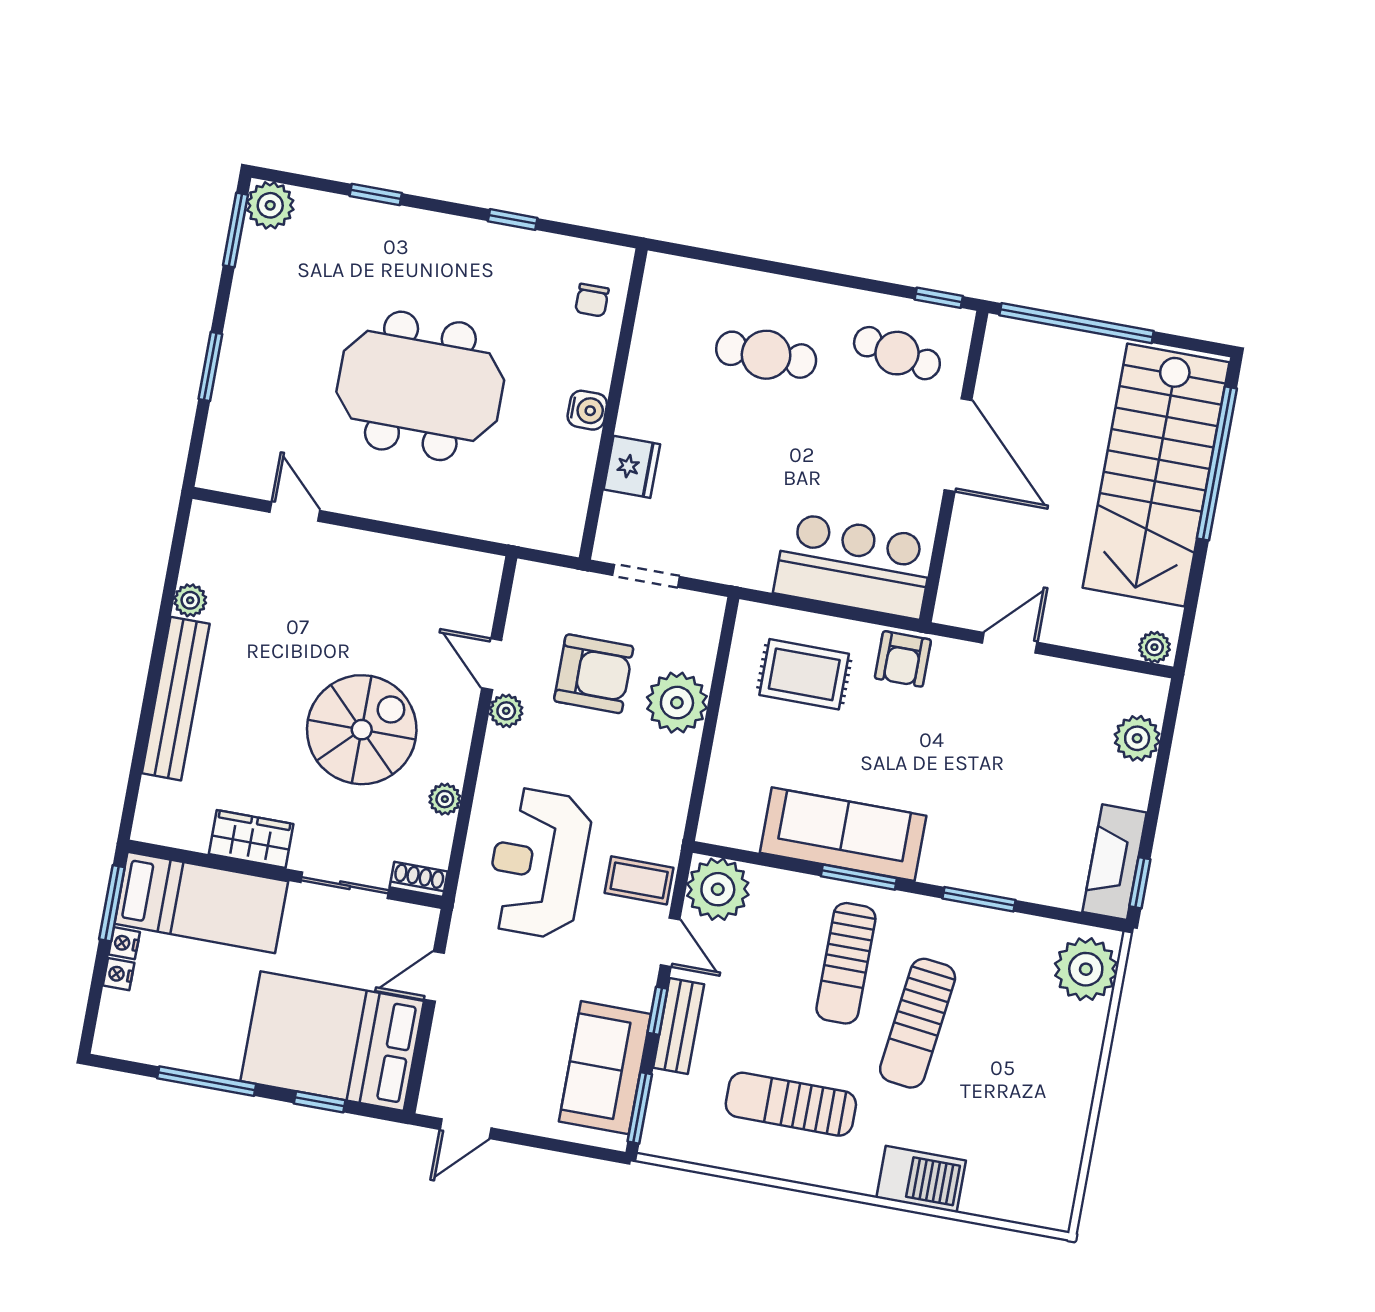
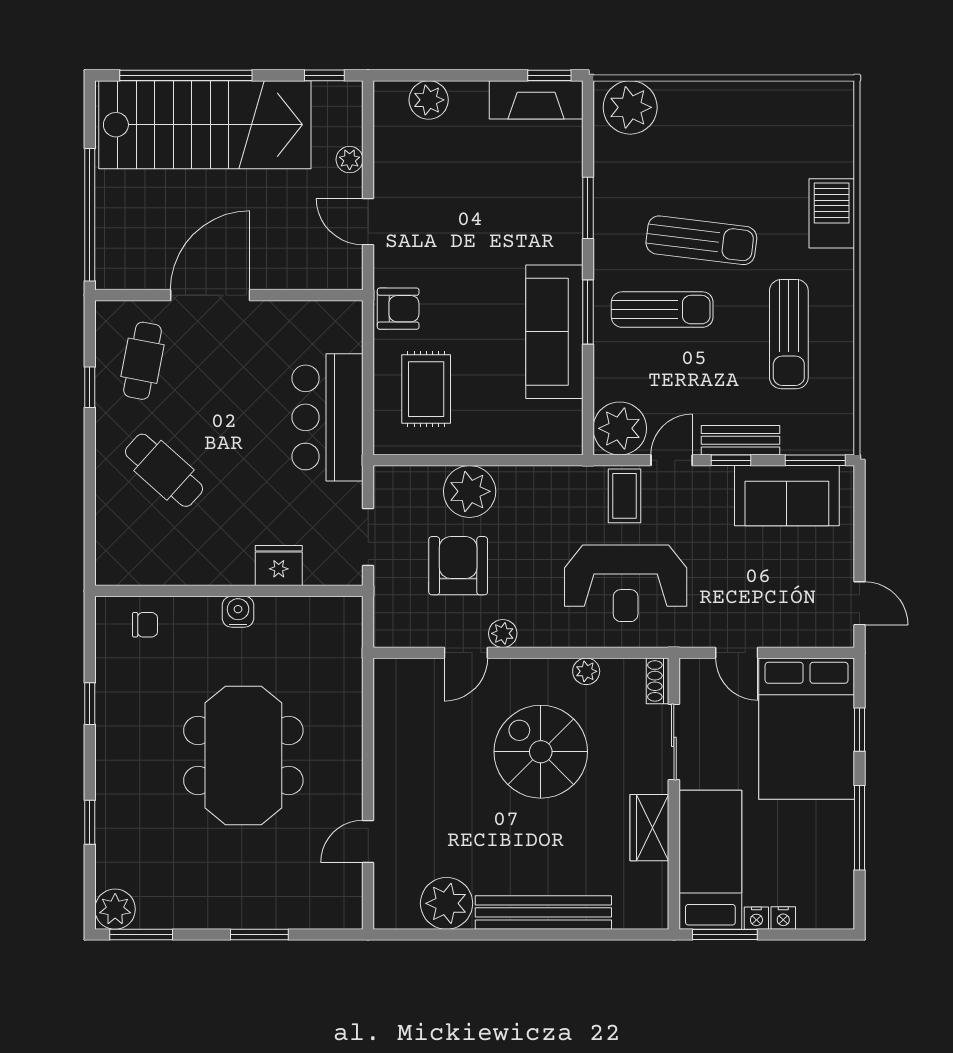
window: (939, 298) -> (90, 387), moved
cafe table: (766, 355) -> (164, 470), turned -48
bar counter: (854, 566) -> (327, 417), moved
plant: (190, 600) -> (447, 903), width x1.88, depth x1.88
window: (1188, 623) -> (324, 75), added
plant: (1154, 647) -> (350, 160), moved

